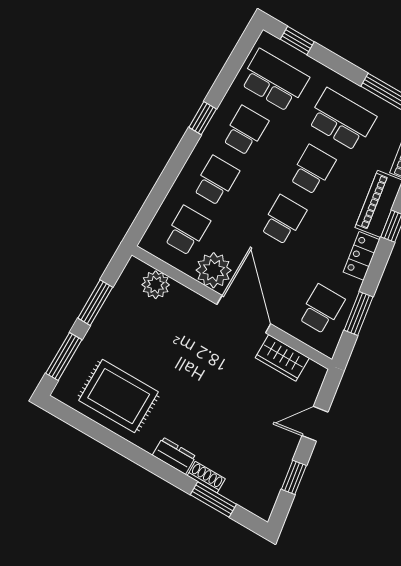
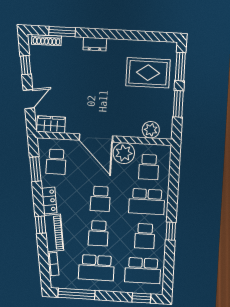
school desk: (216, 181) -> (147, 202), width x1.85
wardrobe: (282, 358) -> (51, 124), moved
rug: (119, 396) -> (148, 73), moved
shoe rack: (206, 477) -> (47, 40), moved, width x1.43

